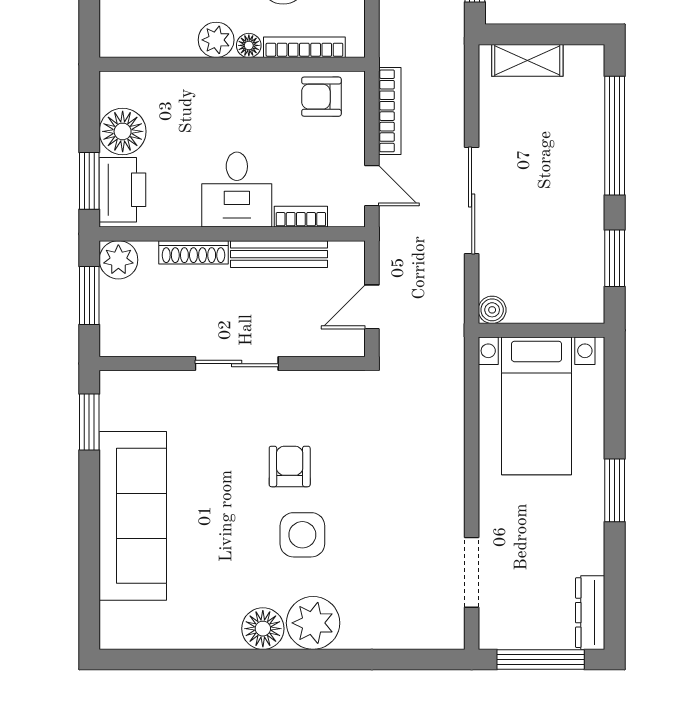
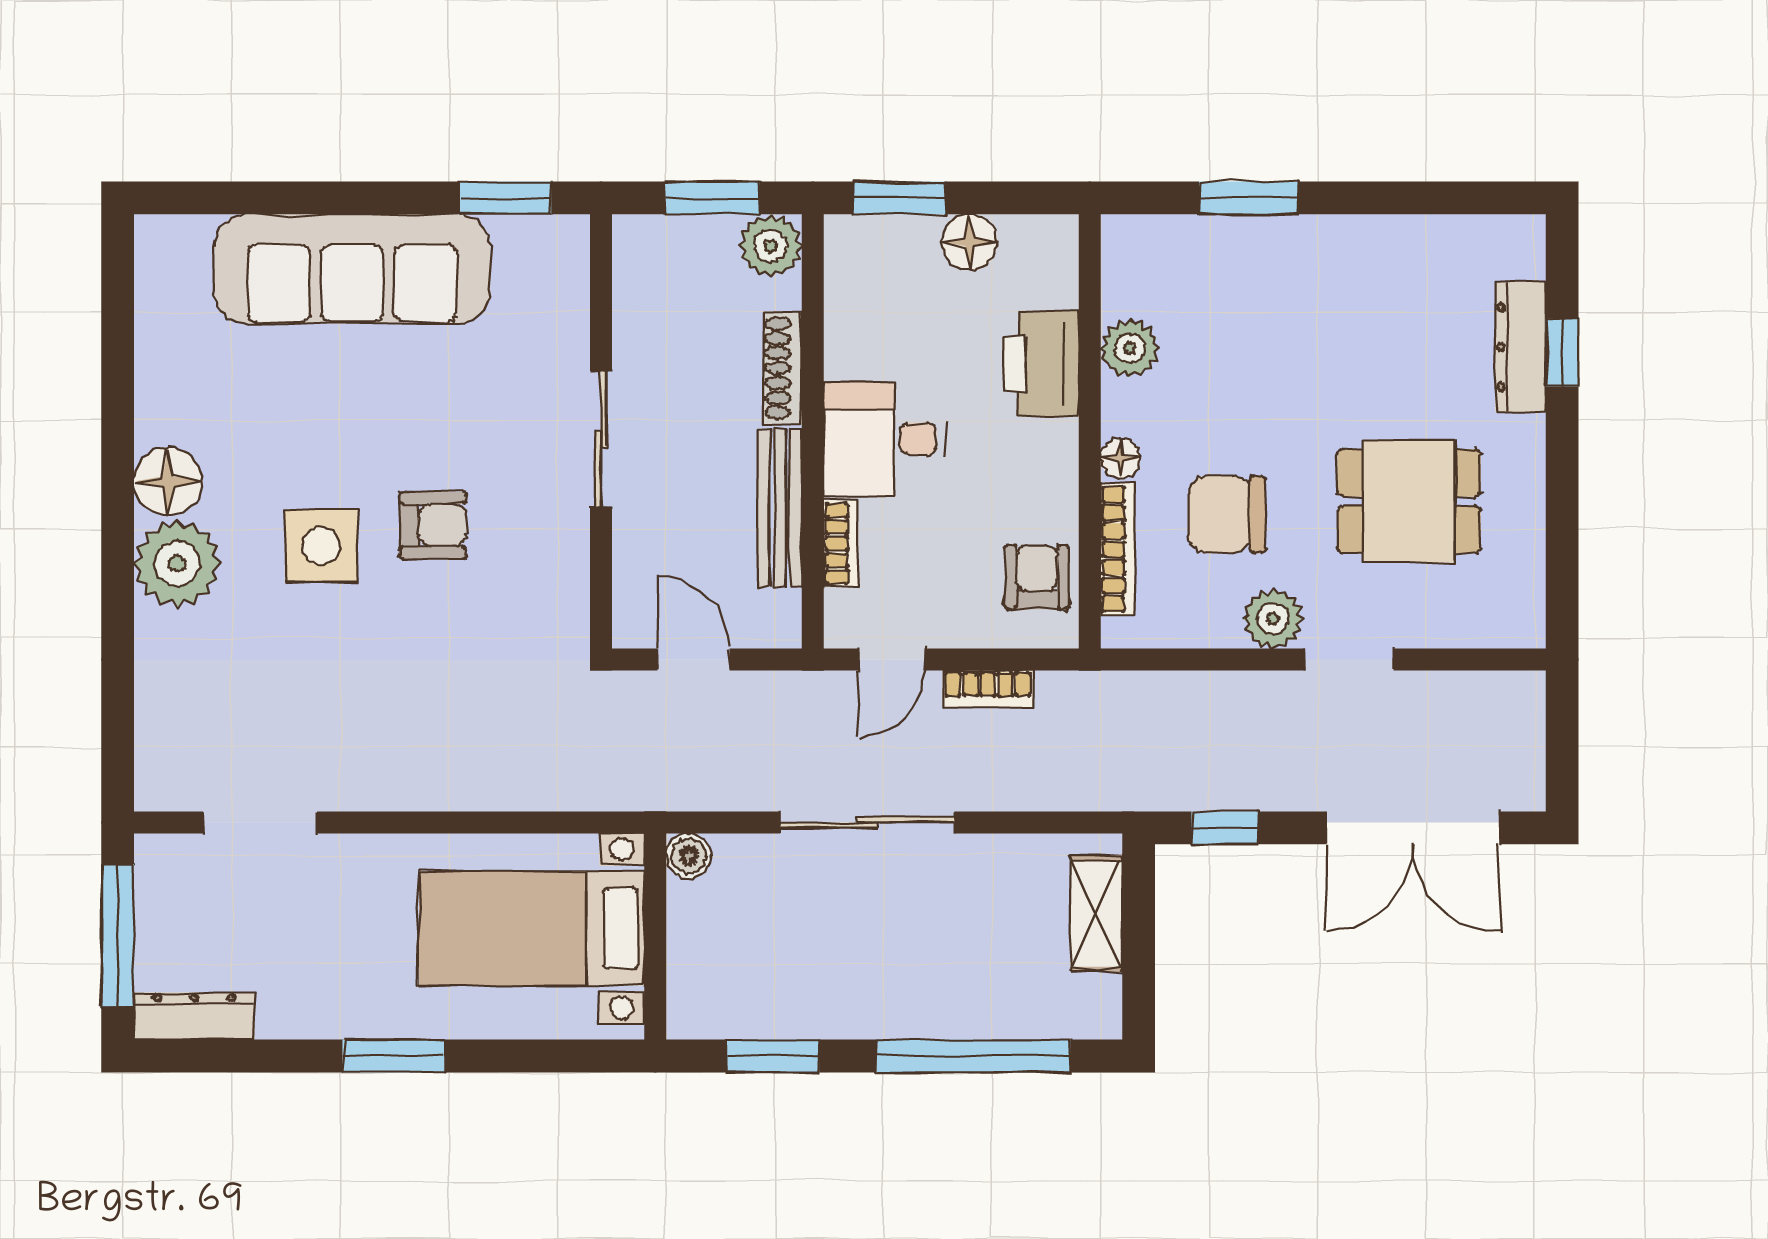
plant: (216, 40) -> (1130, 348), moved
bookcase: (390, 111) -> (988, 689), width x0.64
floor lamp: (123, 131) -> (970, 242), width x0.73, depth x0.73
printer: (122, 190) -> (1041, 364), moved, turned 90

